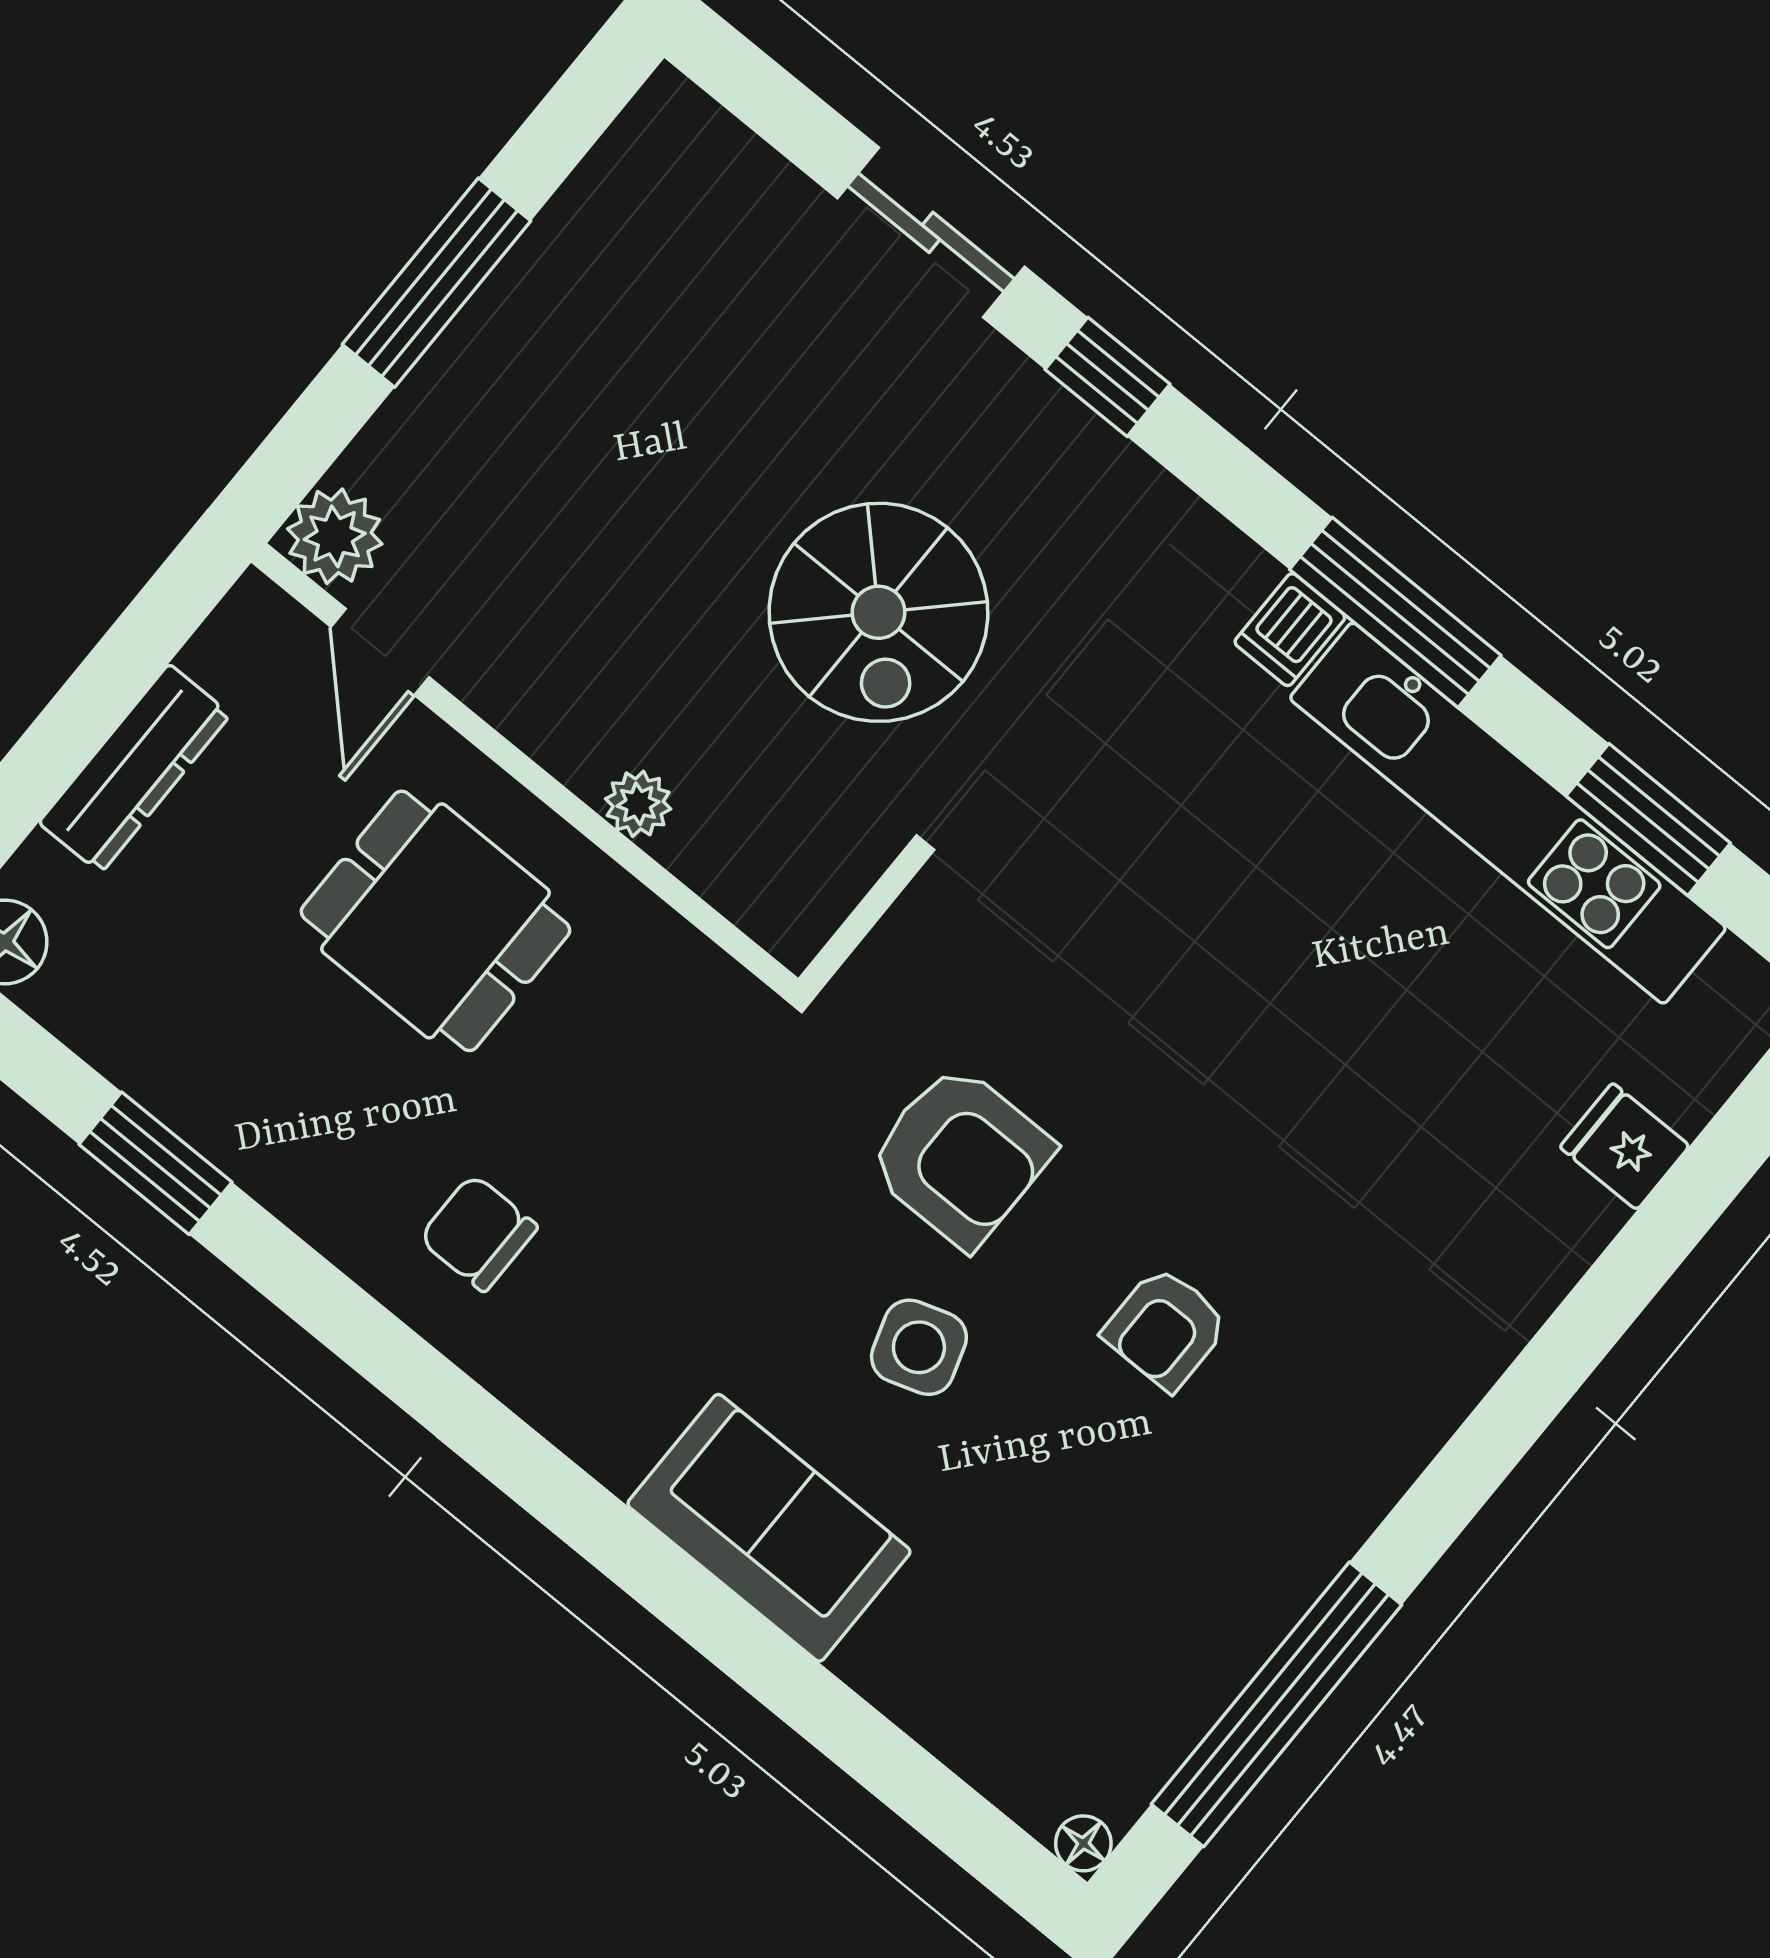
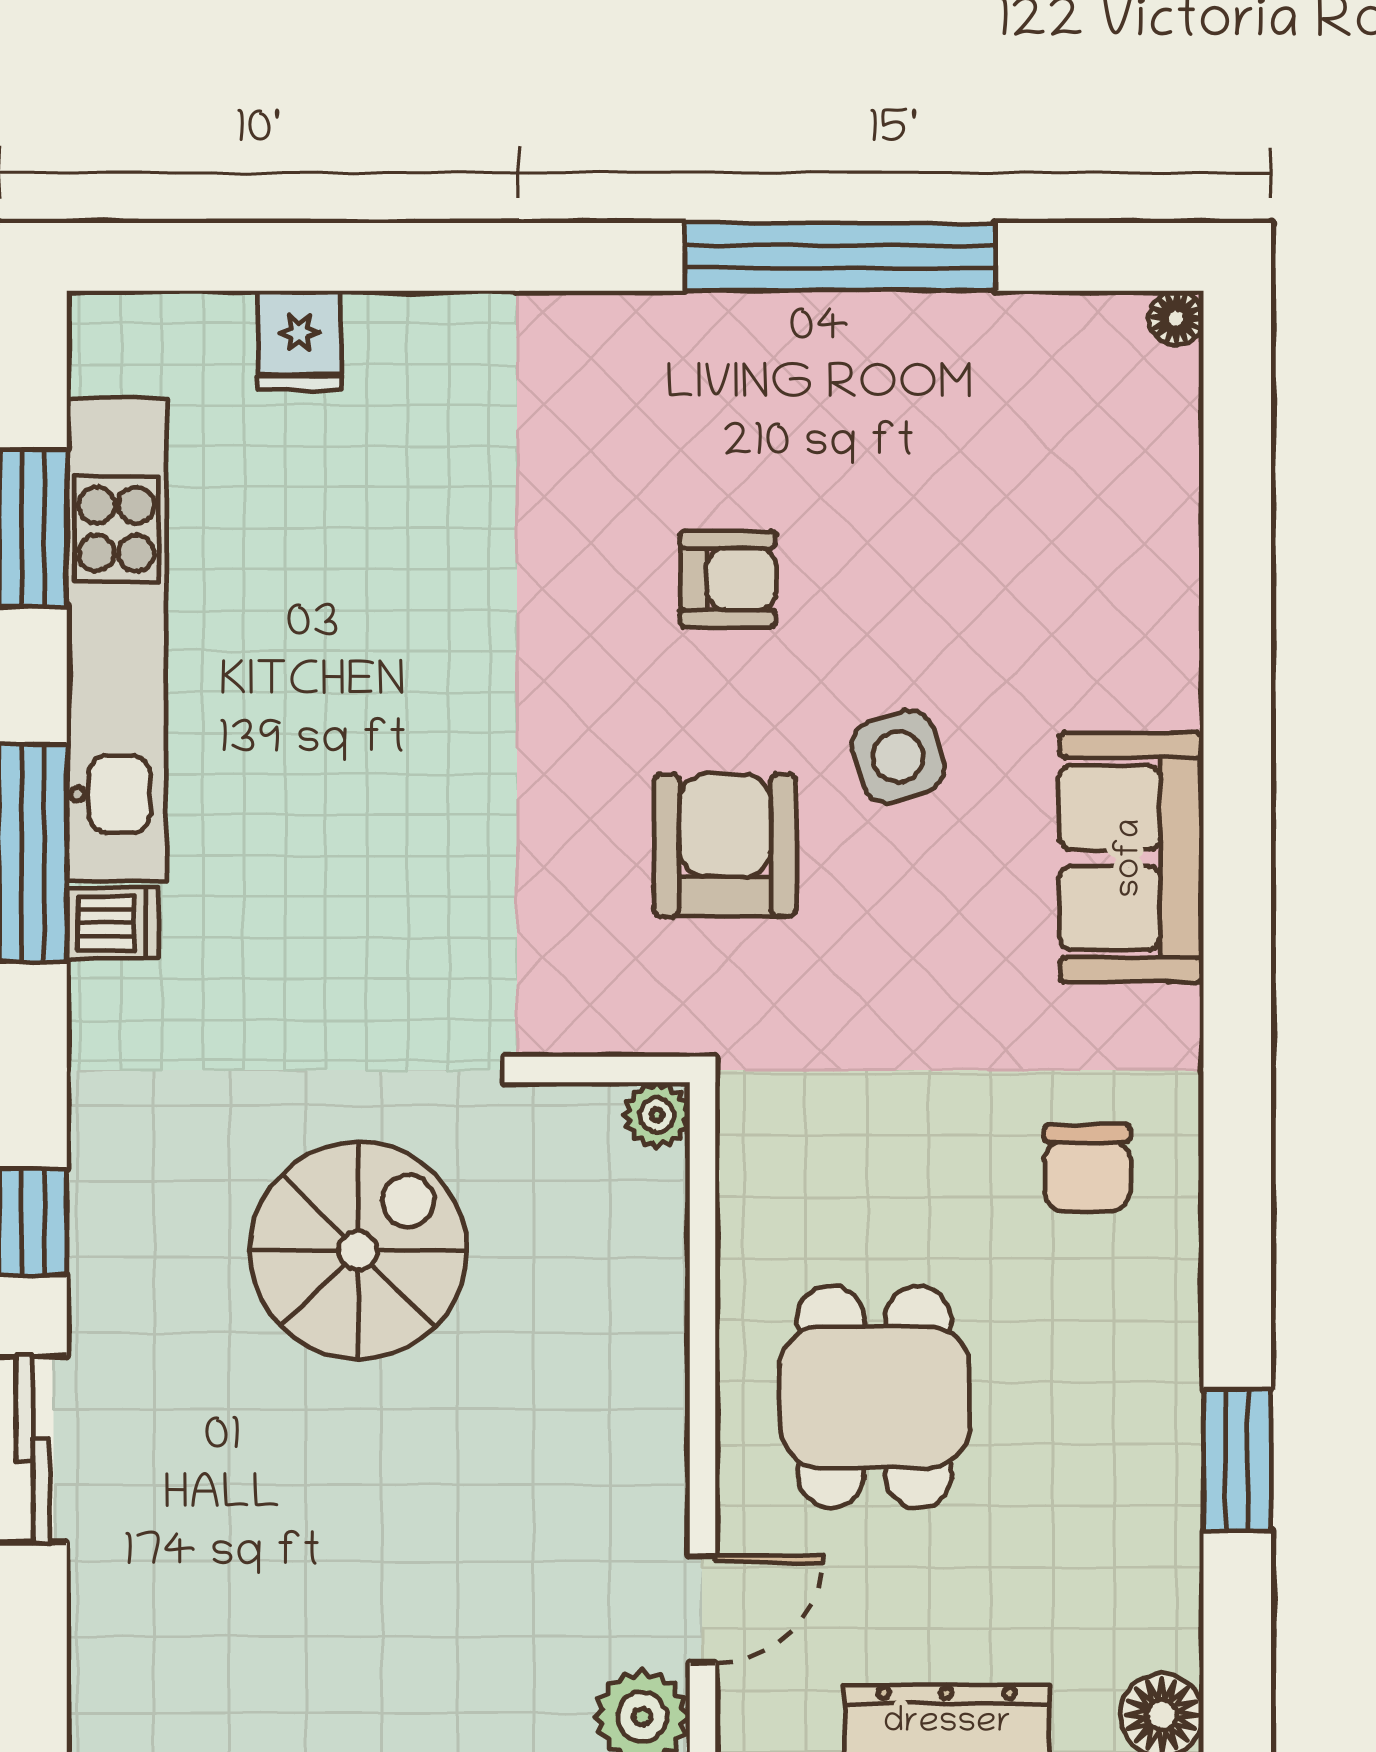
plant: (638, 804) -> (657, 1115), moved
sofa: (769, 1528) -> (1131, 858), moved
window: (1276, 1704) -> (840, 257), moved

